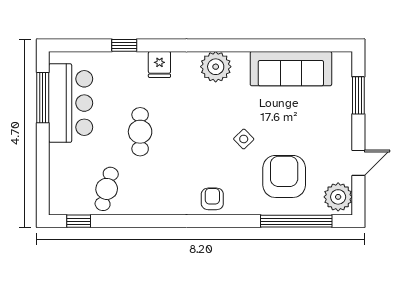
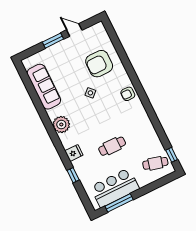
window: (358, 95) -> (53, 41), moved
cafe table: (107, 189) -> (155, 163), moved
plant: (338, 197) -> (96, 32), removed
window: (296, 221) -> (118, 47), removed

